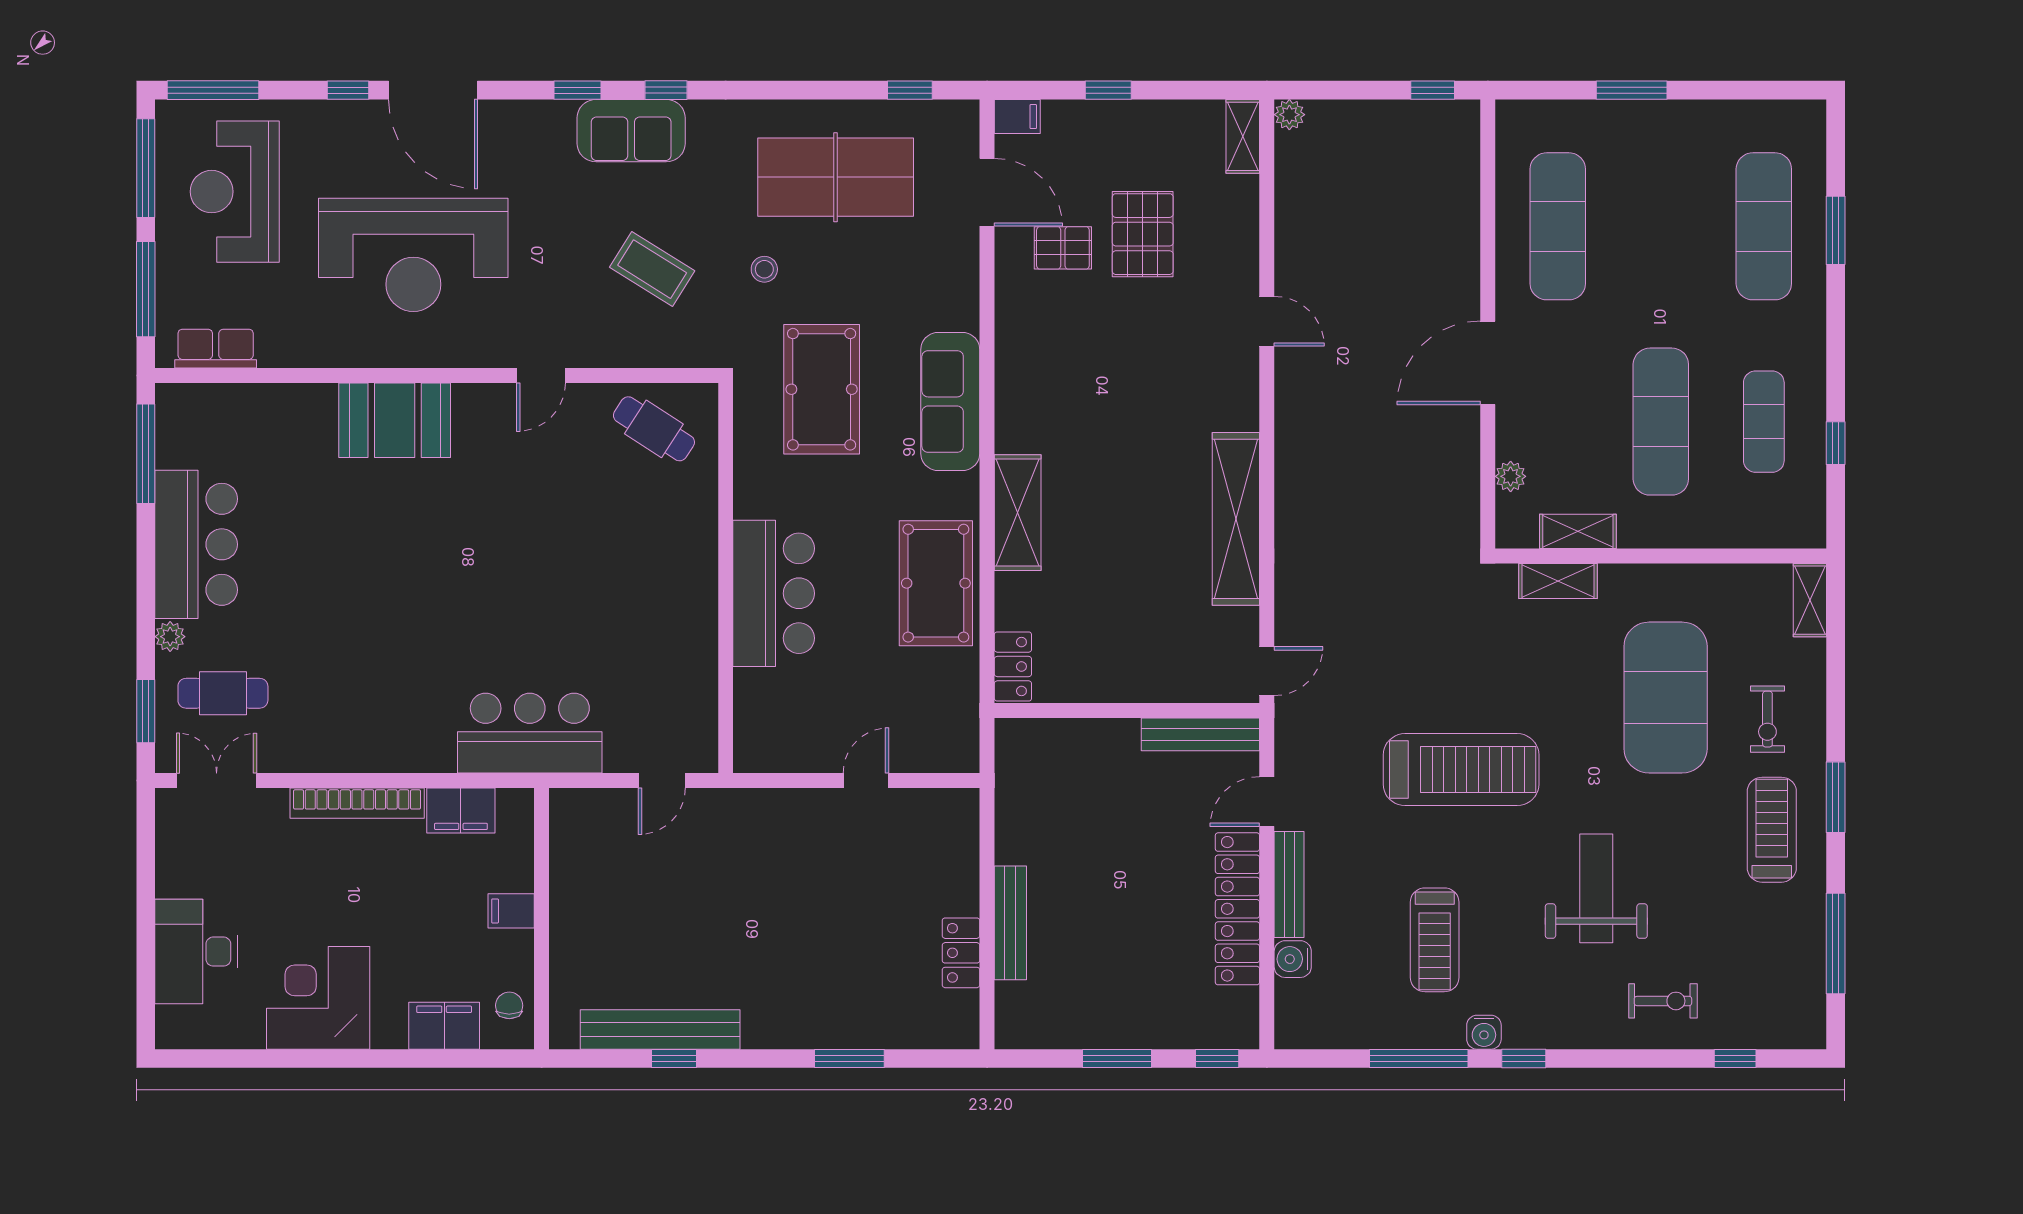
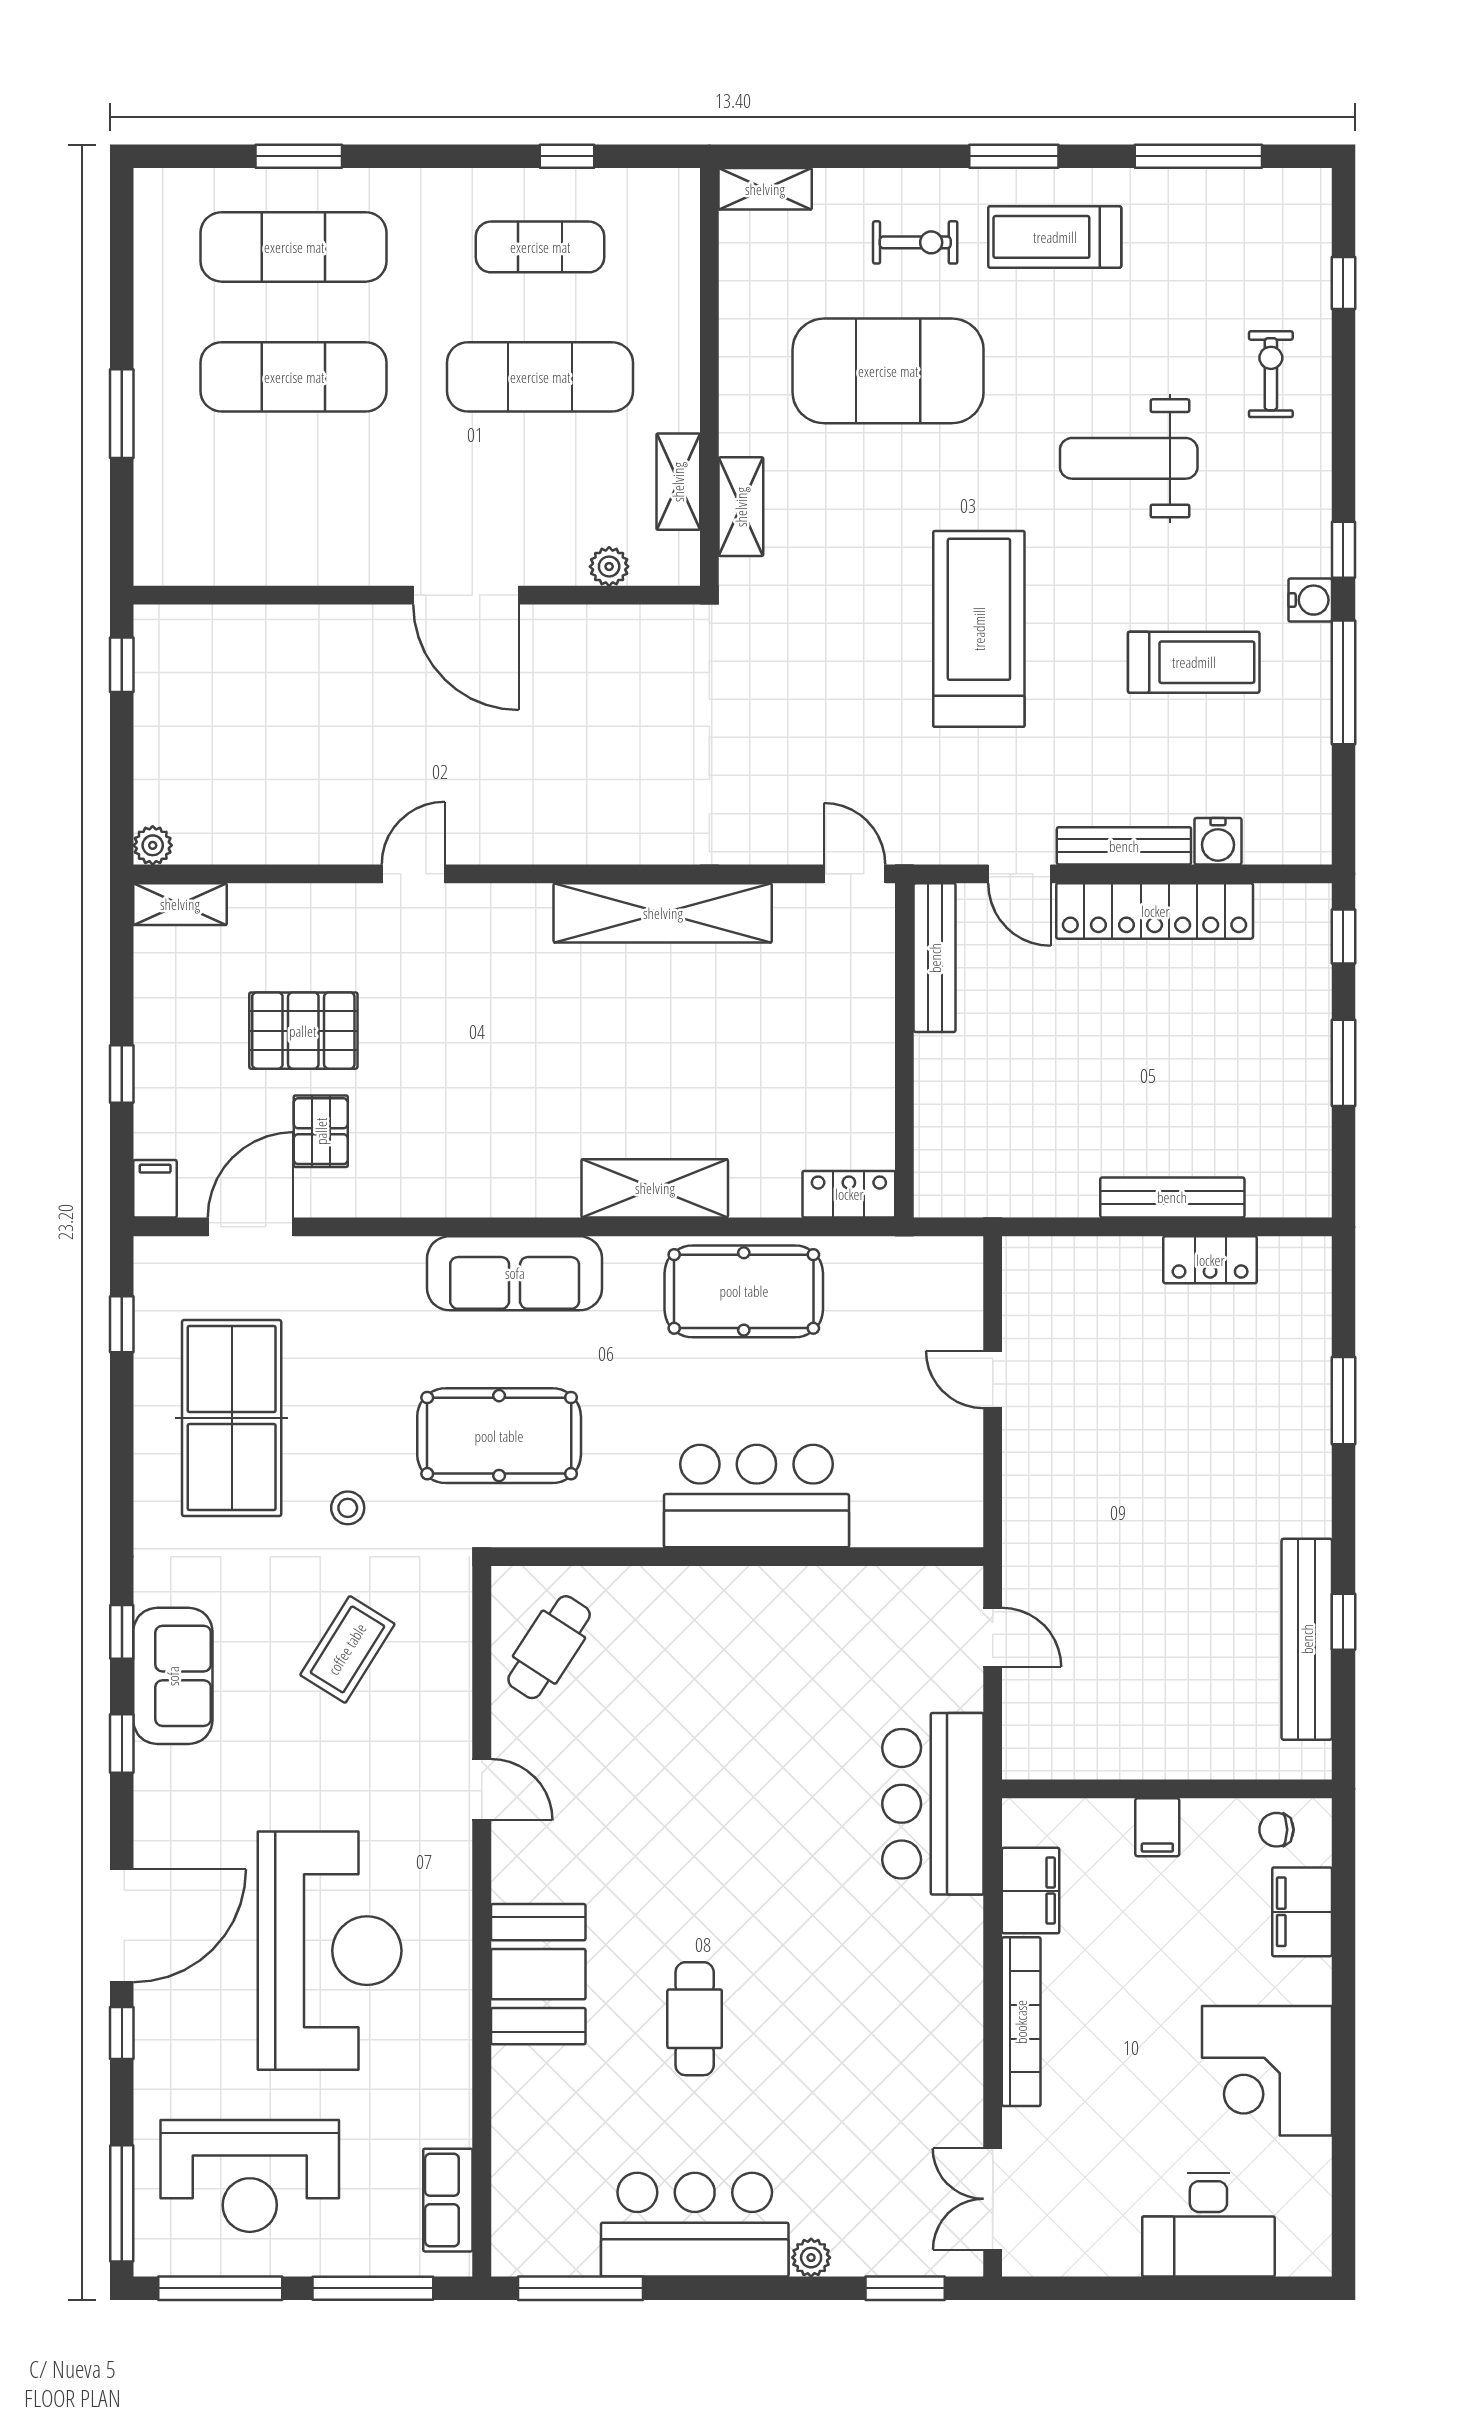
exercise mat: (1558, 226) -> (294, 377), moved
cafe table: (223, 693) -> (695, 2019), moved

